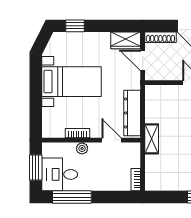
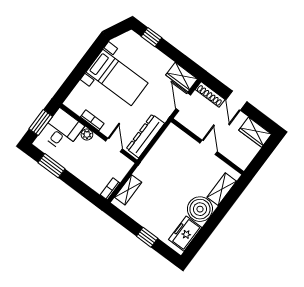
shelving: (152, 139) -> (128, 190), moved
desk: (60, 174) -> (62, 130), moved, turned 90
window: (72, 197) -> (51, 166), width x0.69

